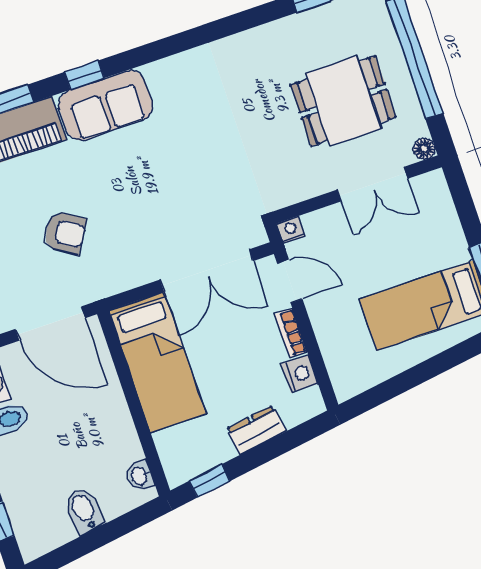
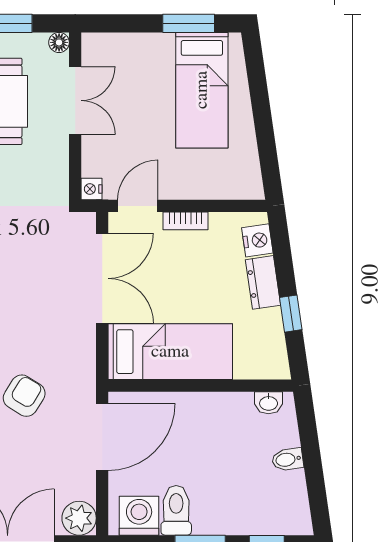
nightstand: (300, 374) -> (257, 240), moved, turned 82
window: (210, 481) -> (291, 314), moved
bidet: (84, 510) -> (288, 459), width x0.72, depth x0.74

